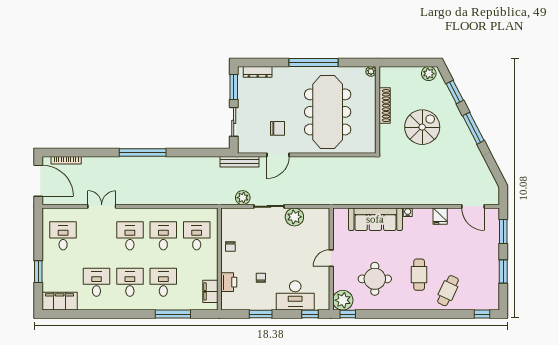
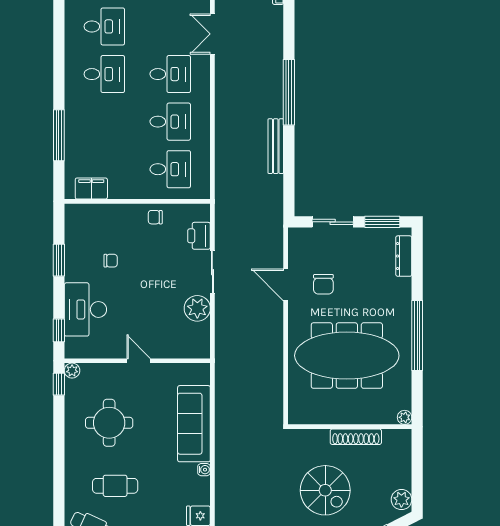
bench: (239, 162) -> (276, 146), moved
plant: (243, 198) -> (225, 235), removed
double door: (102, 206) -> (212, 34), swing flipped
desk: (163, 282) -> (104, 122), removed
printer: (229, 282) -> (199, 236), moved, turned 90
plant: (343, 300) -> (72, 371), width x0.53, depth x0.53

